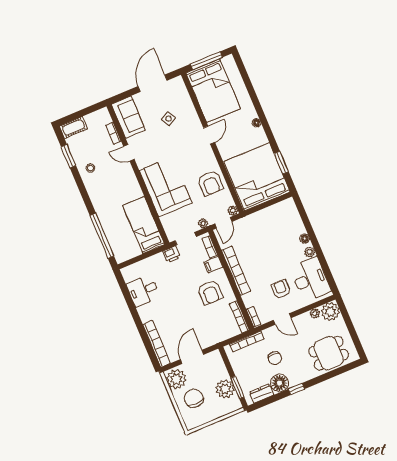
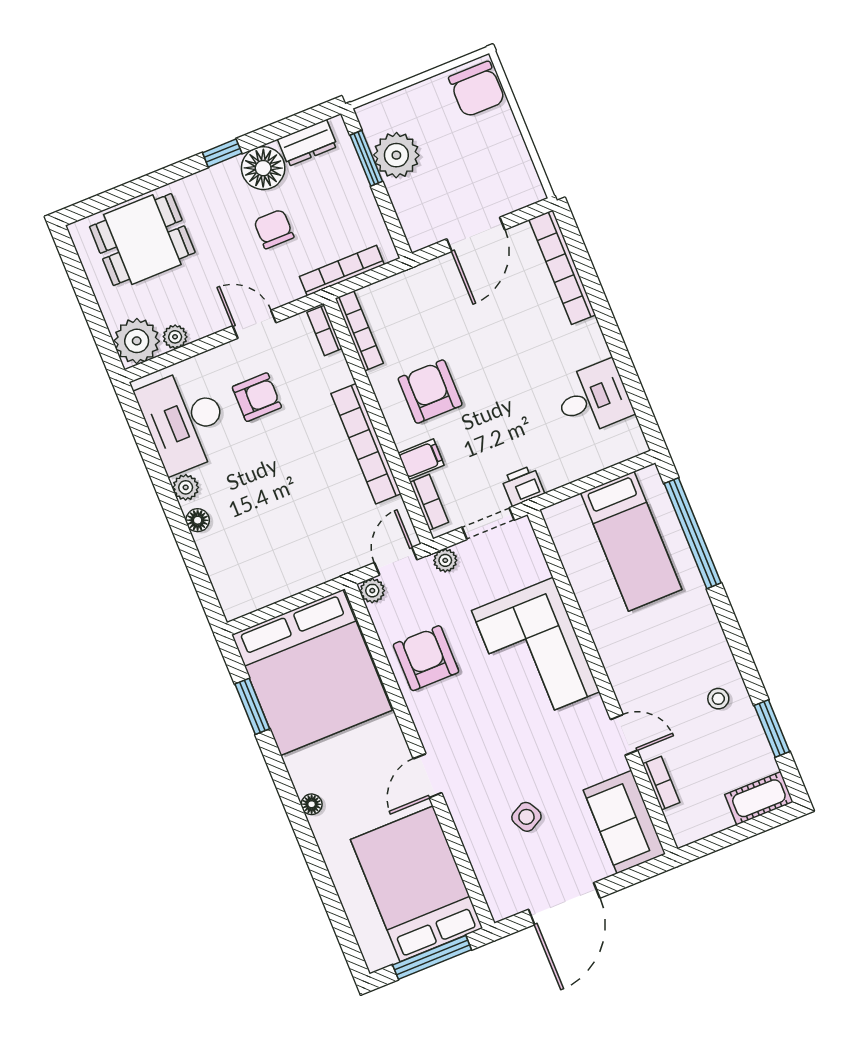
bed: (144, 225) -> (631, 541), moved
armchair: (281, 289) -> (257, 397), turned -90
plant: (176, 379) -> (515, 181), removed
chair: (194, 398) -> (477, 89), moved

